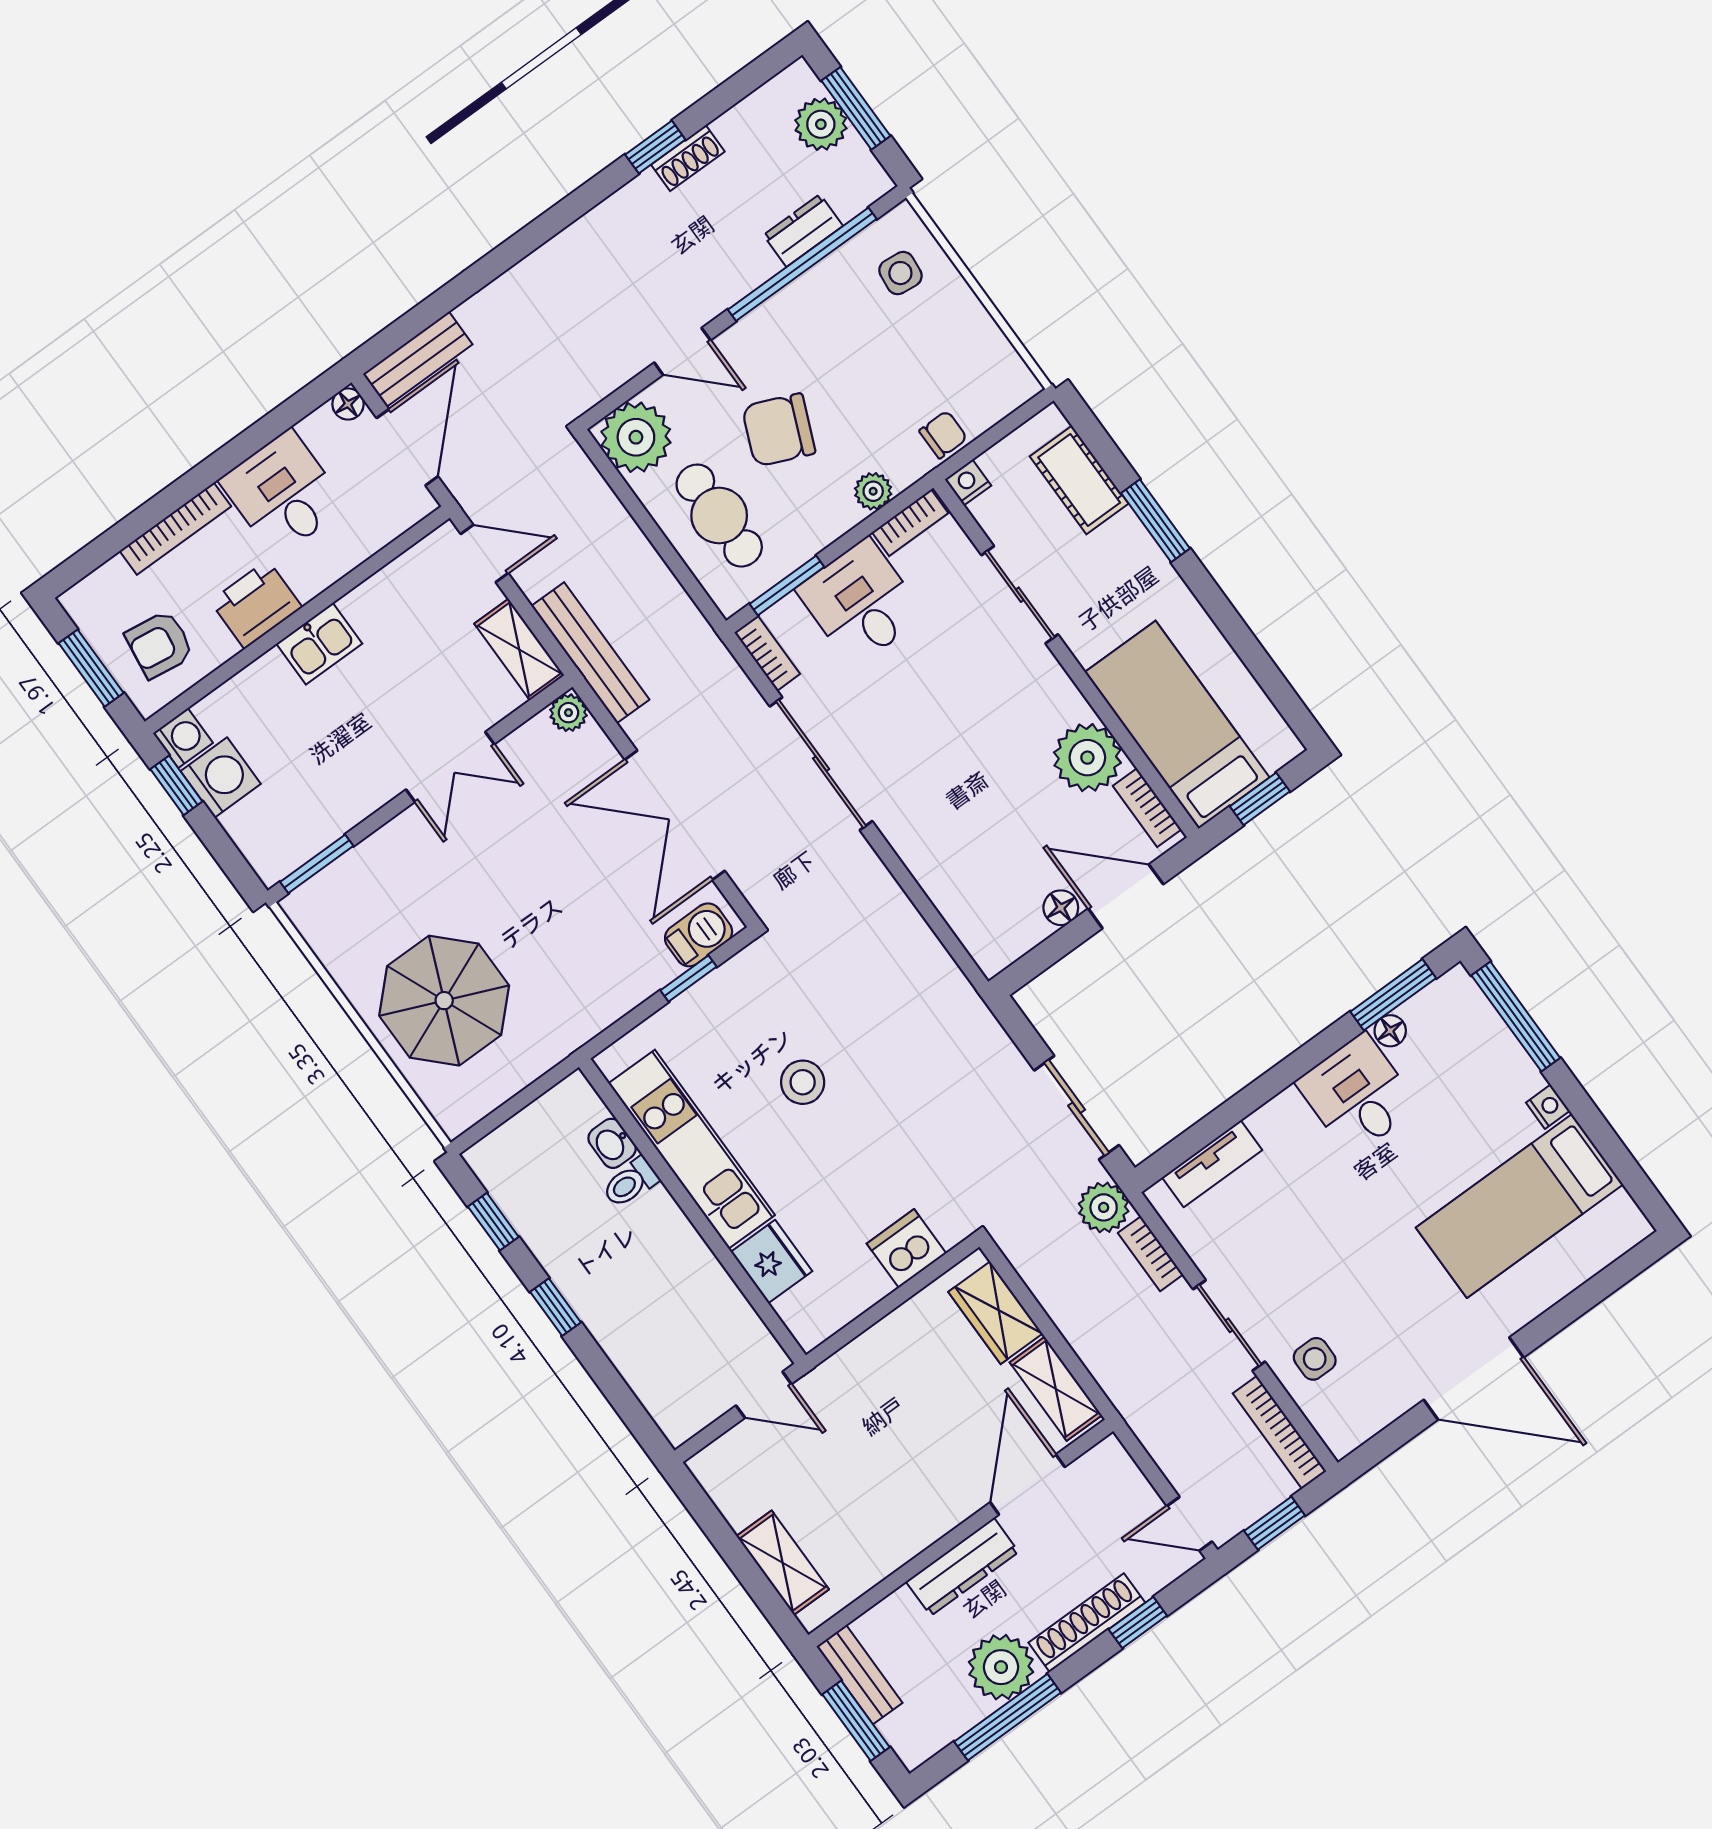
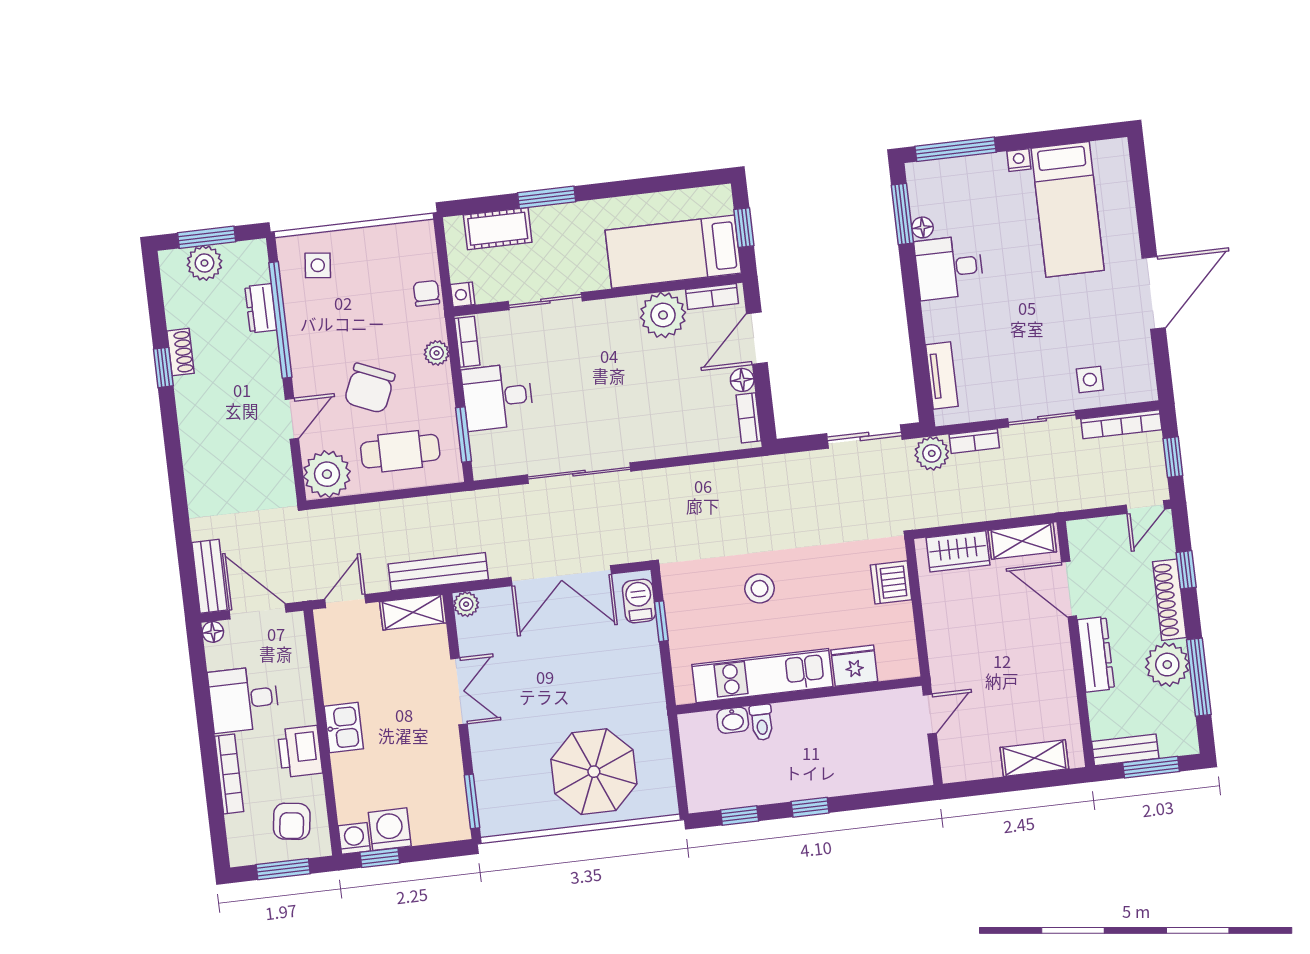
bookcase: (767, 653) -> (749, 418), moved, turned -90

